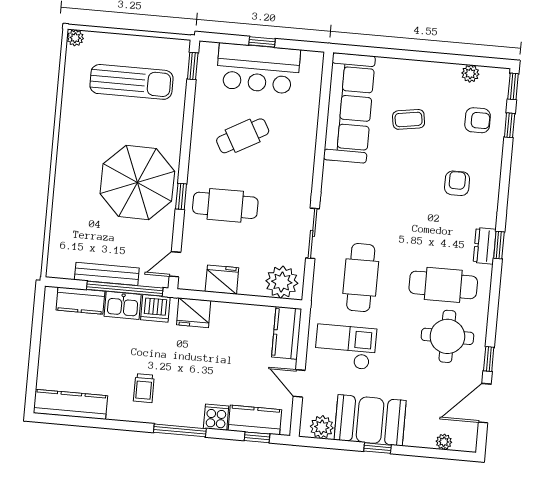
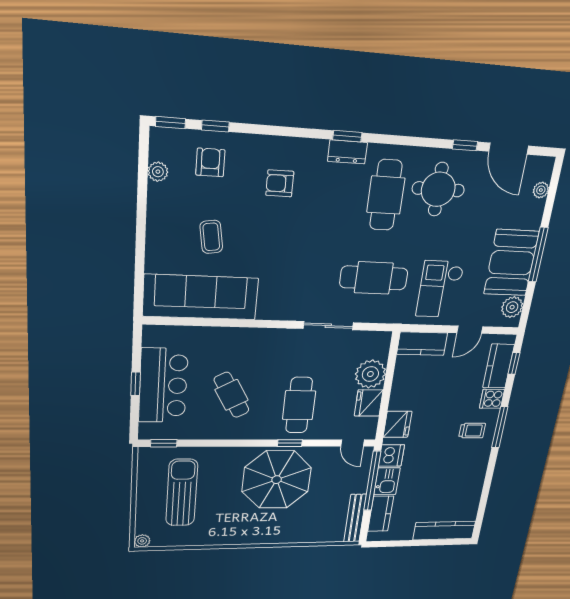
bench: (107, 274) -> (355, 518), moved
plant: (282, 282) -> (370, 374), moved
trolley: (144, 388) -> (472, 431), moved
kitchen counter: (70, 404) -> (444, 531), moved, turned 90
window: (377, 448) -> (538, 255), width x2.17

